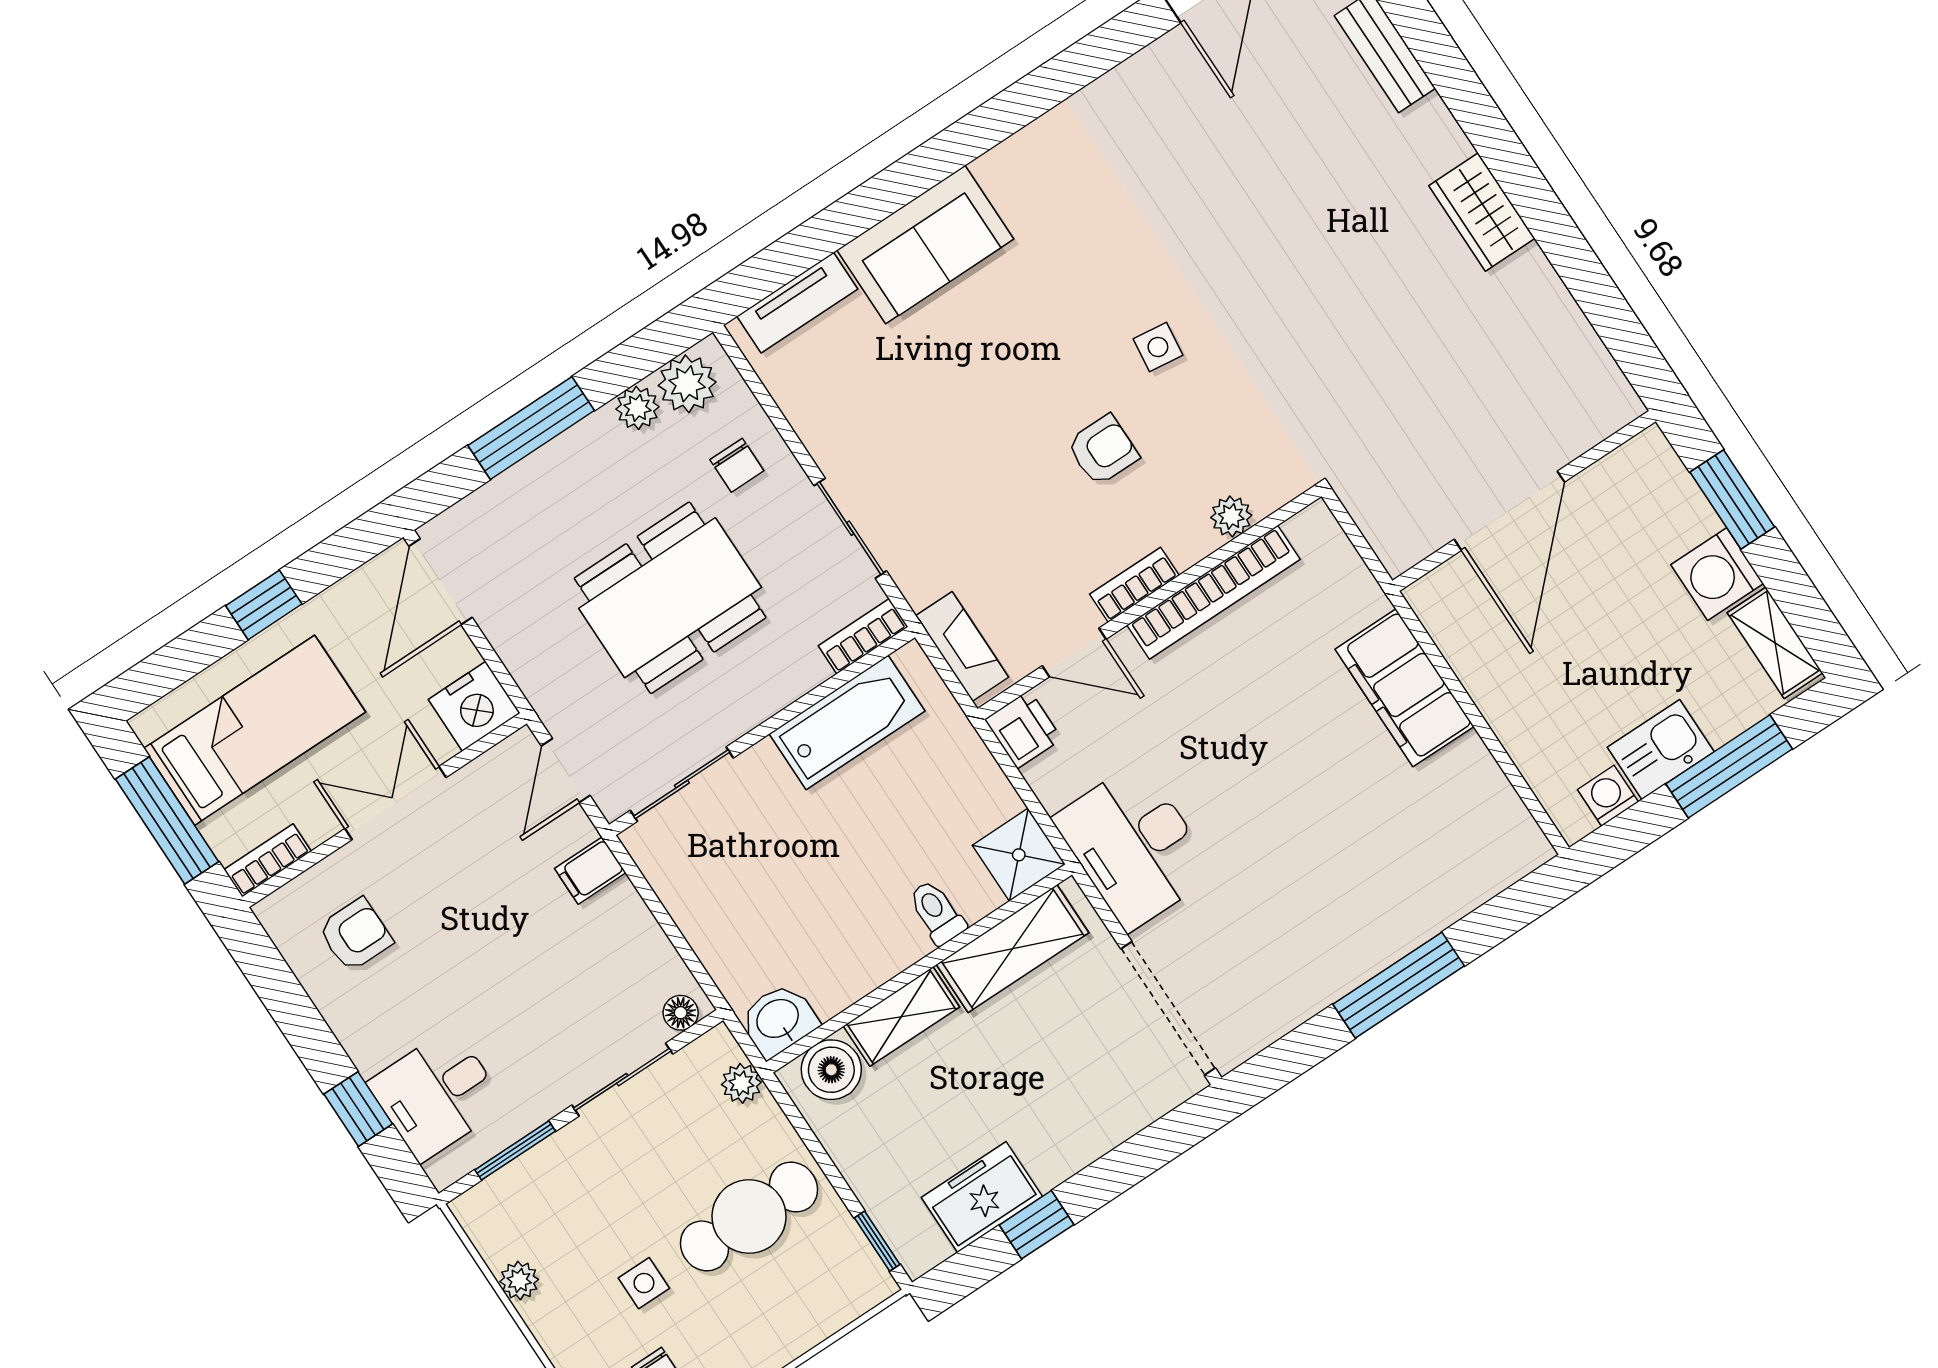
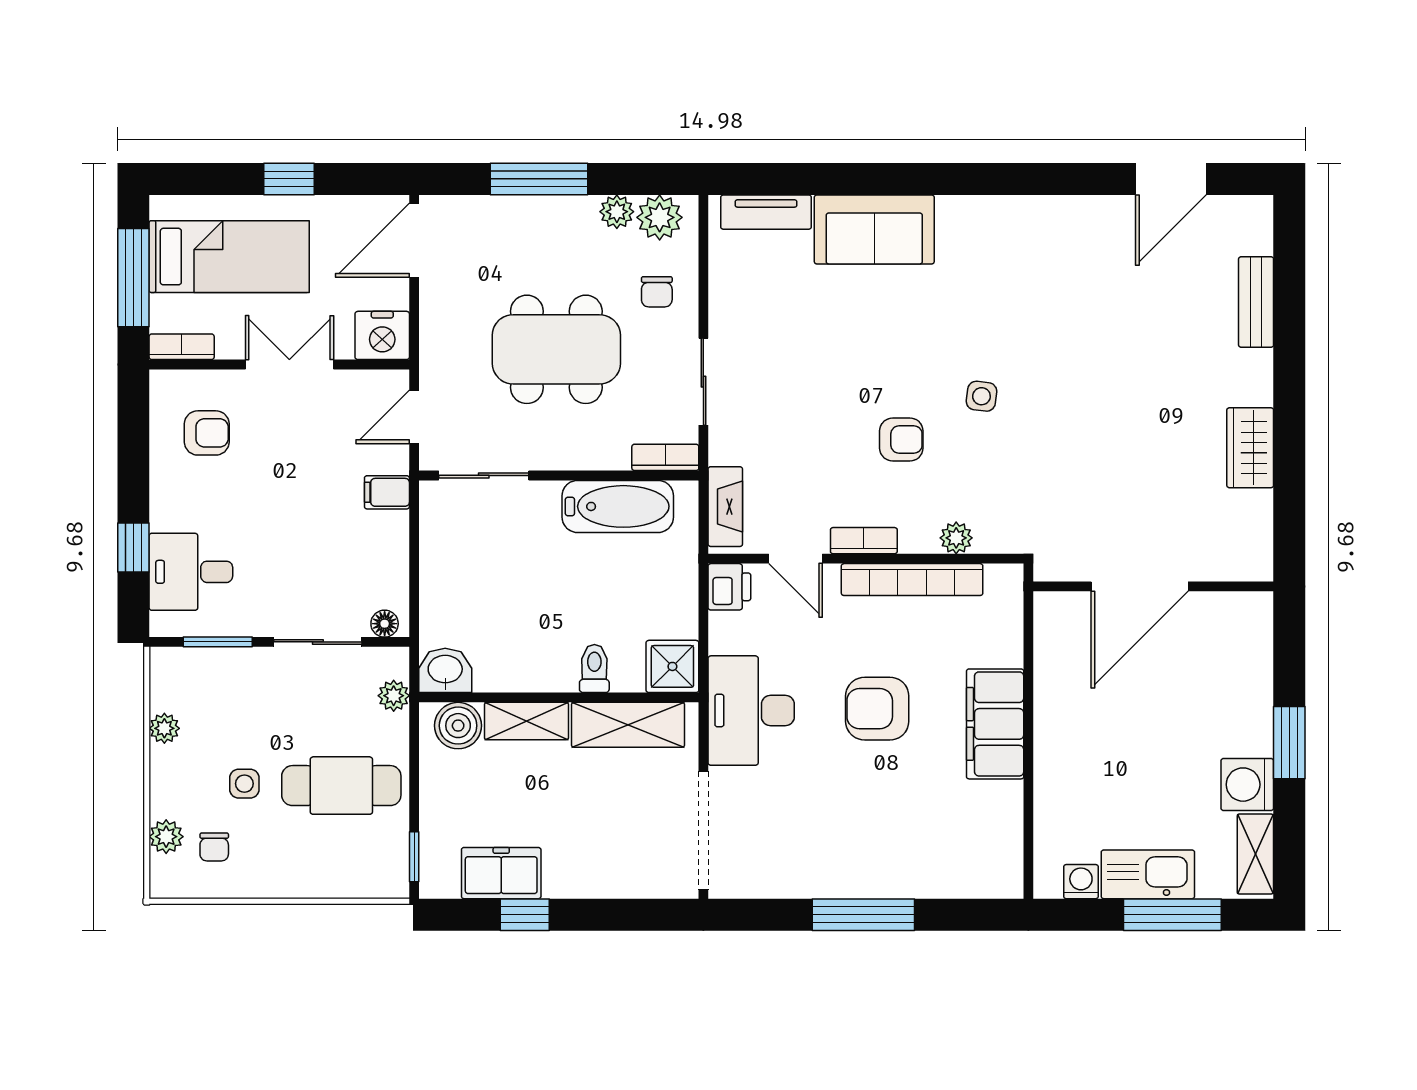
wall: (1524, 501) -> (1153, 586), moved
door: (1509, 511) -> (1140, 586), moved
kitchen sink: (1661, 750) -> (1148, 874), width x1.38
armchair: (1268, 755) -> (877, 709), added

